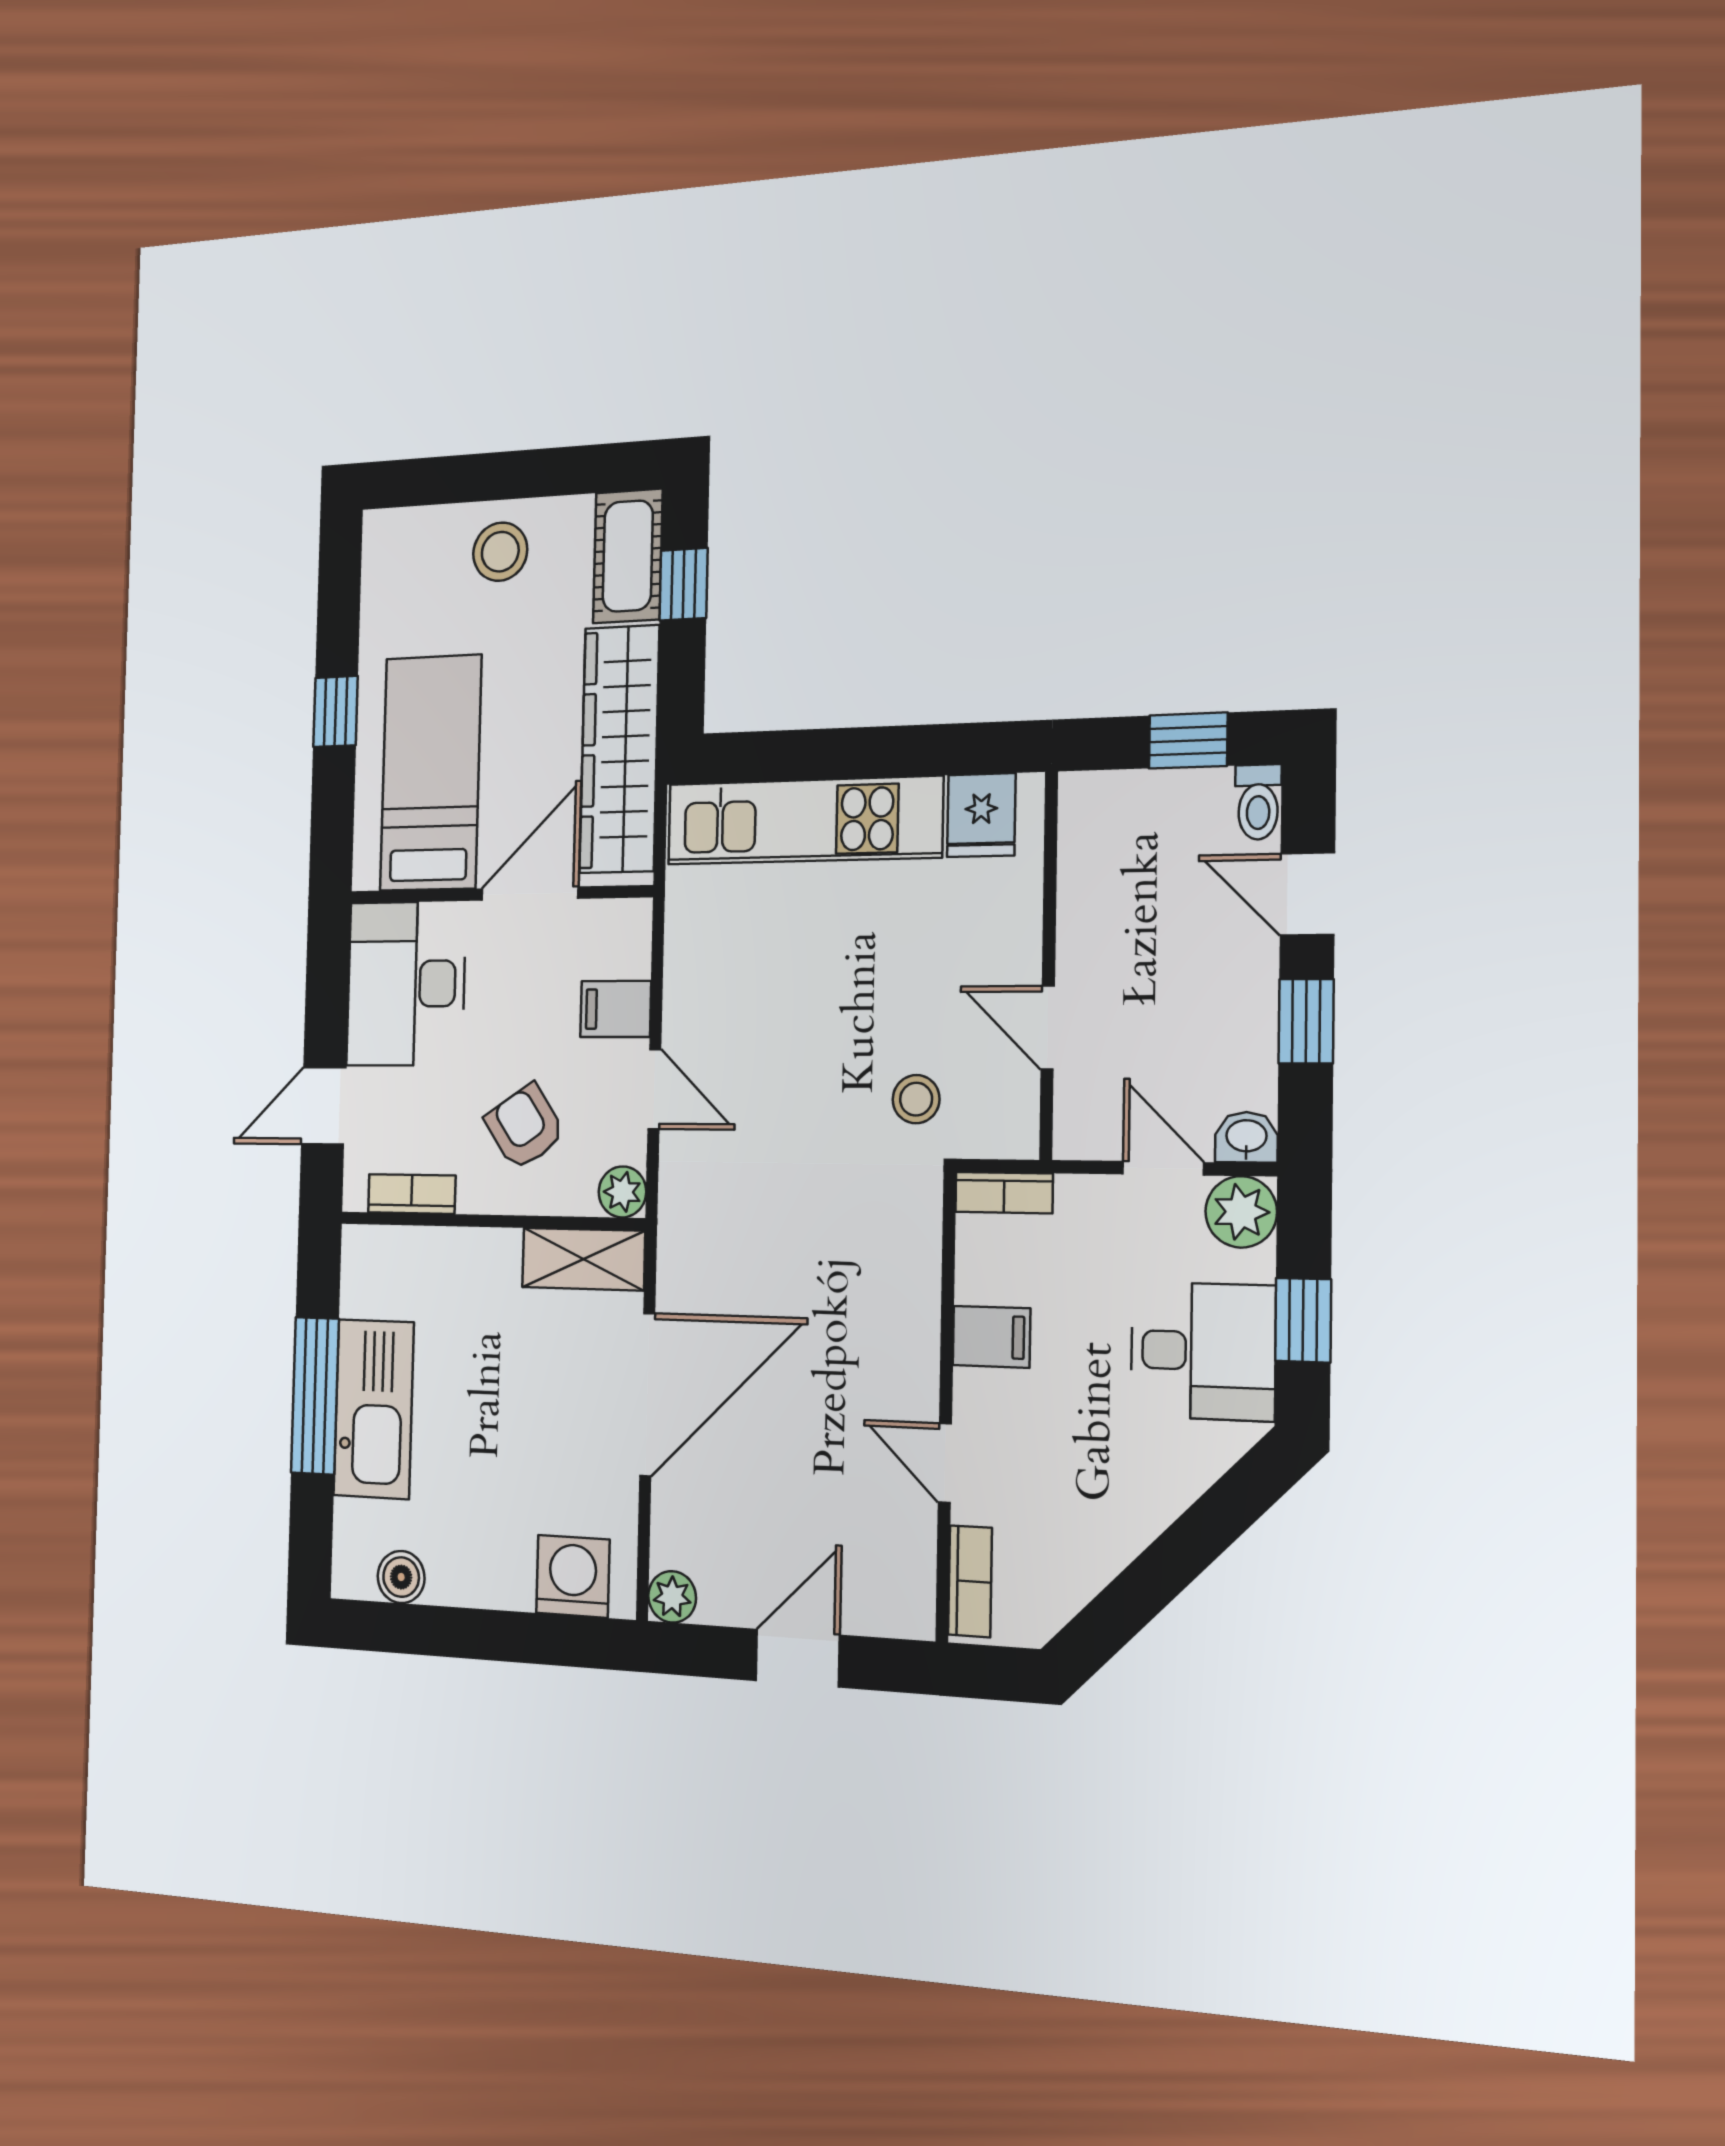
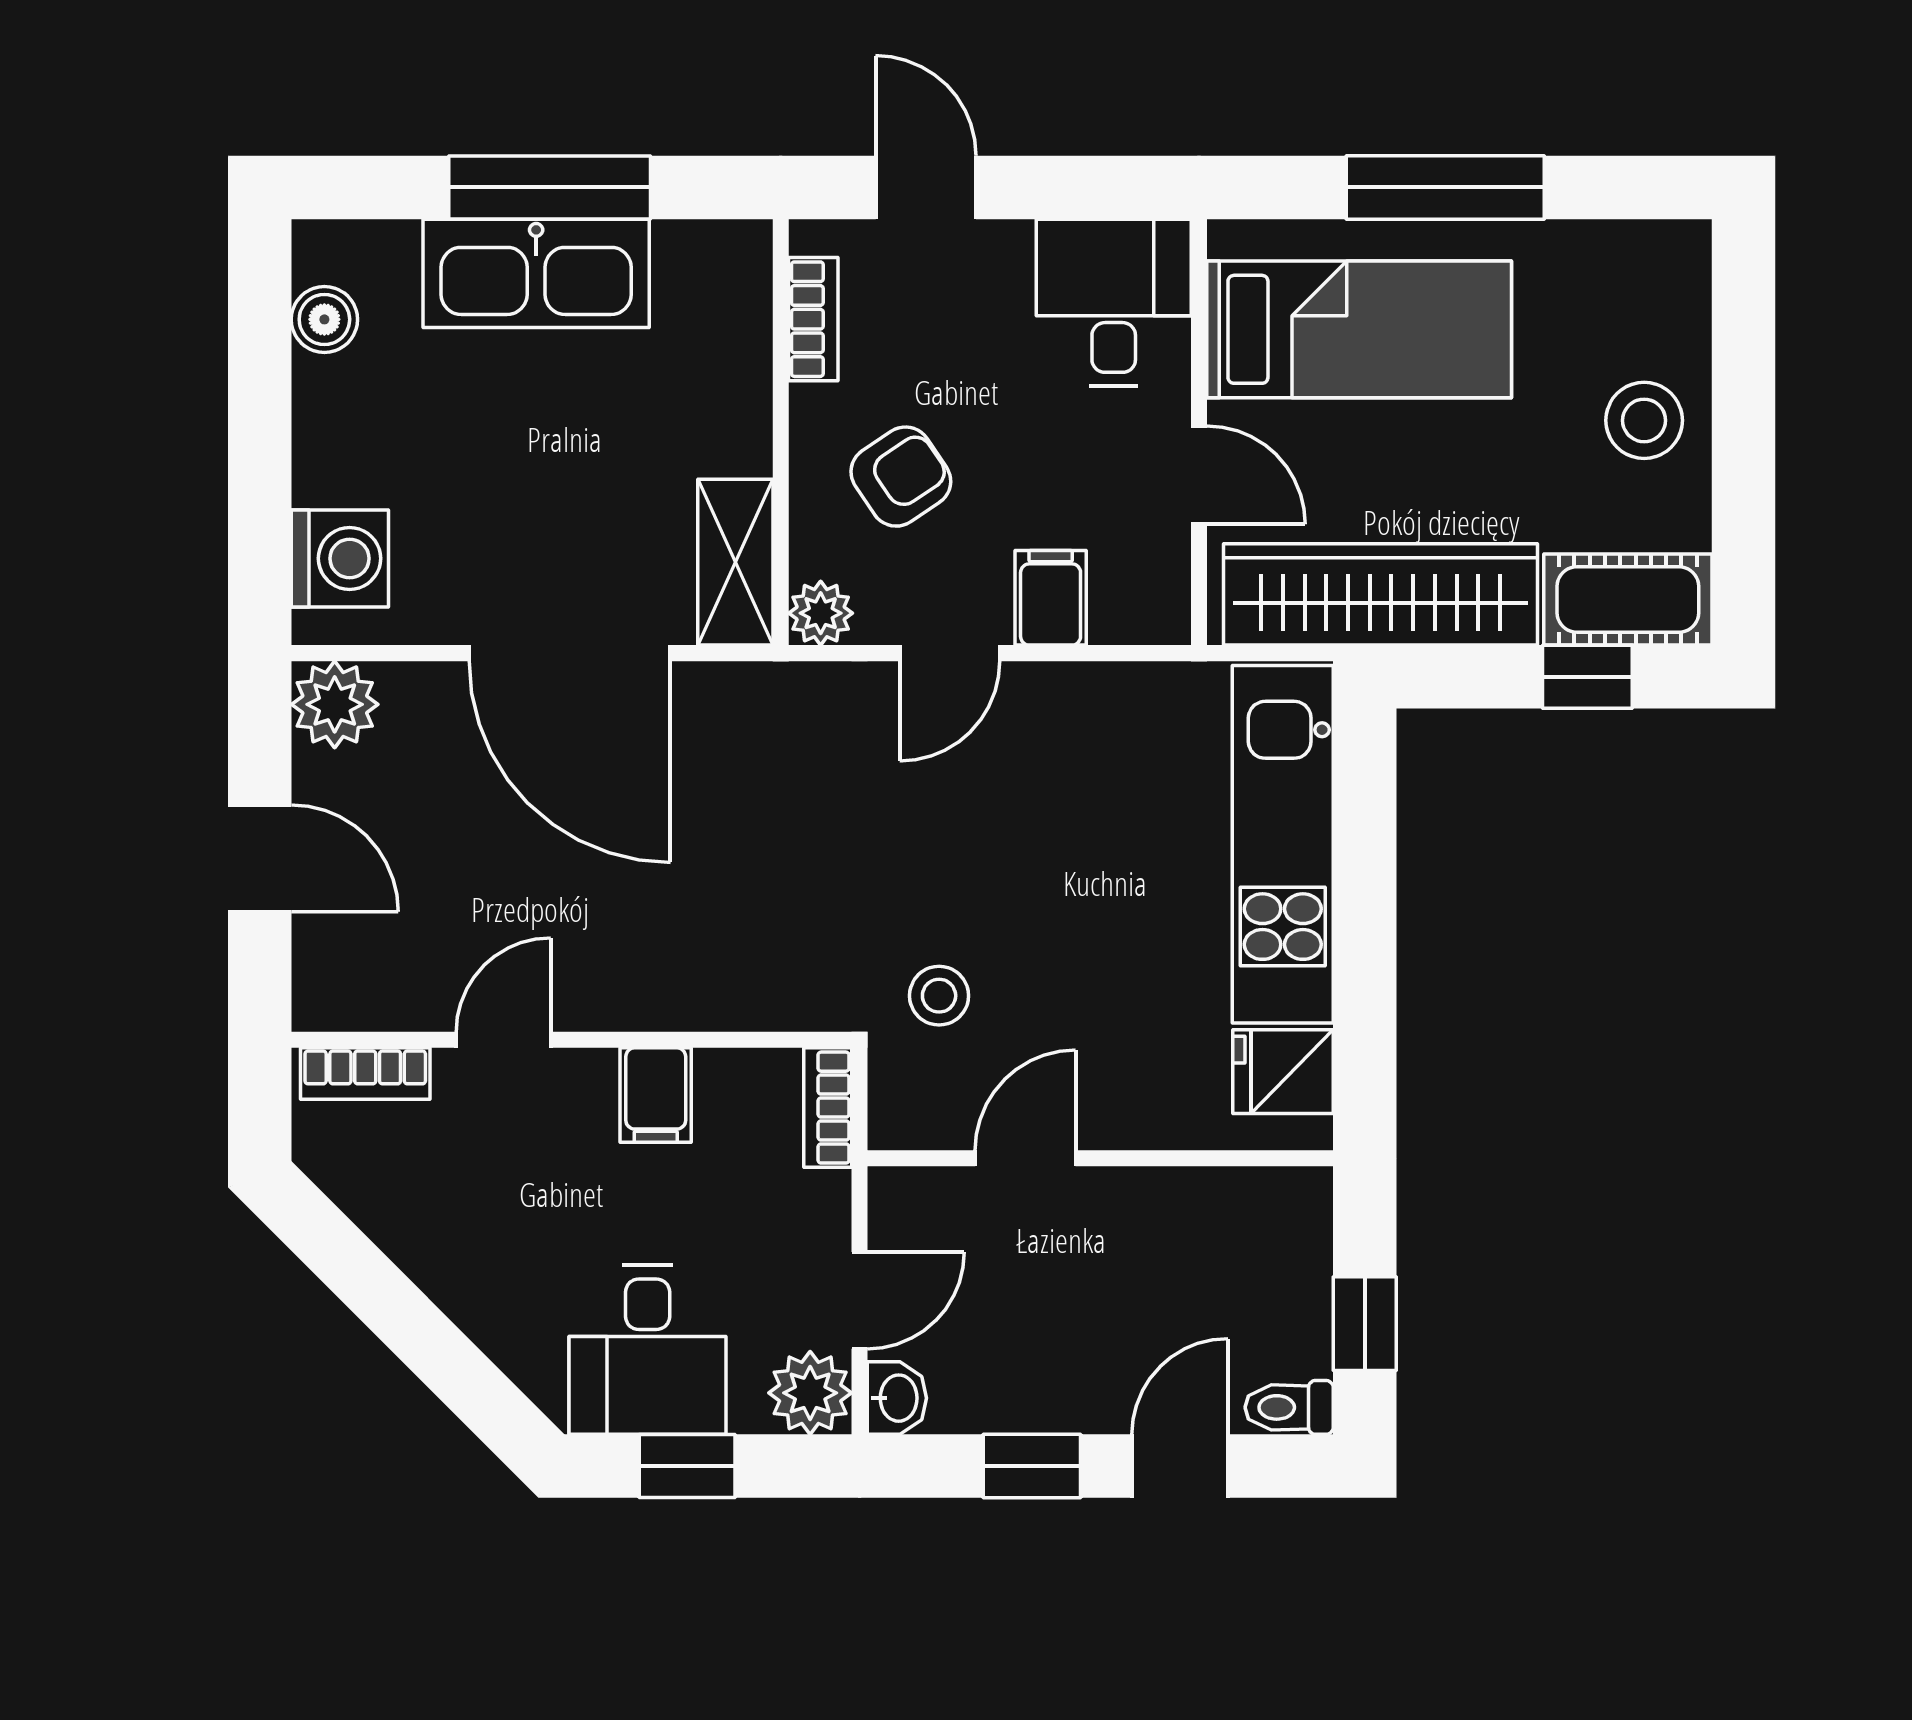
window: (335, 711) -> (1445, 187), width x2.17
door: (530, 894) -> (1199, 475), width x0.73
desk: (406, 984) -> (1114, 302), width x0.73
plant: (672, 1597) -> (335, 704), width x1.38, depth x1.38

